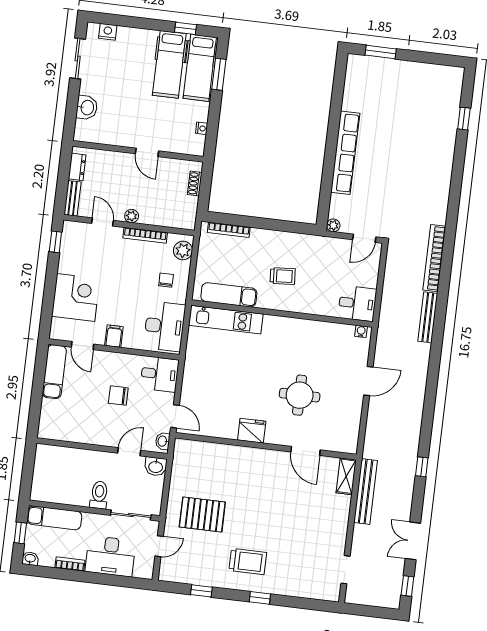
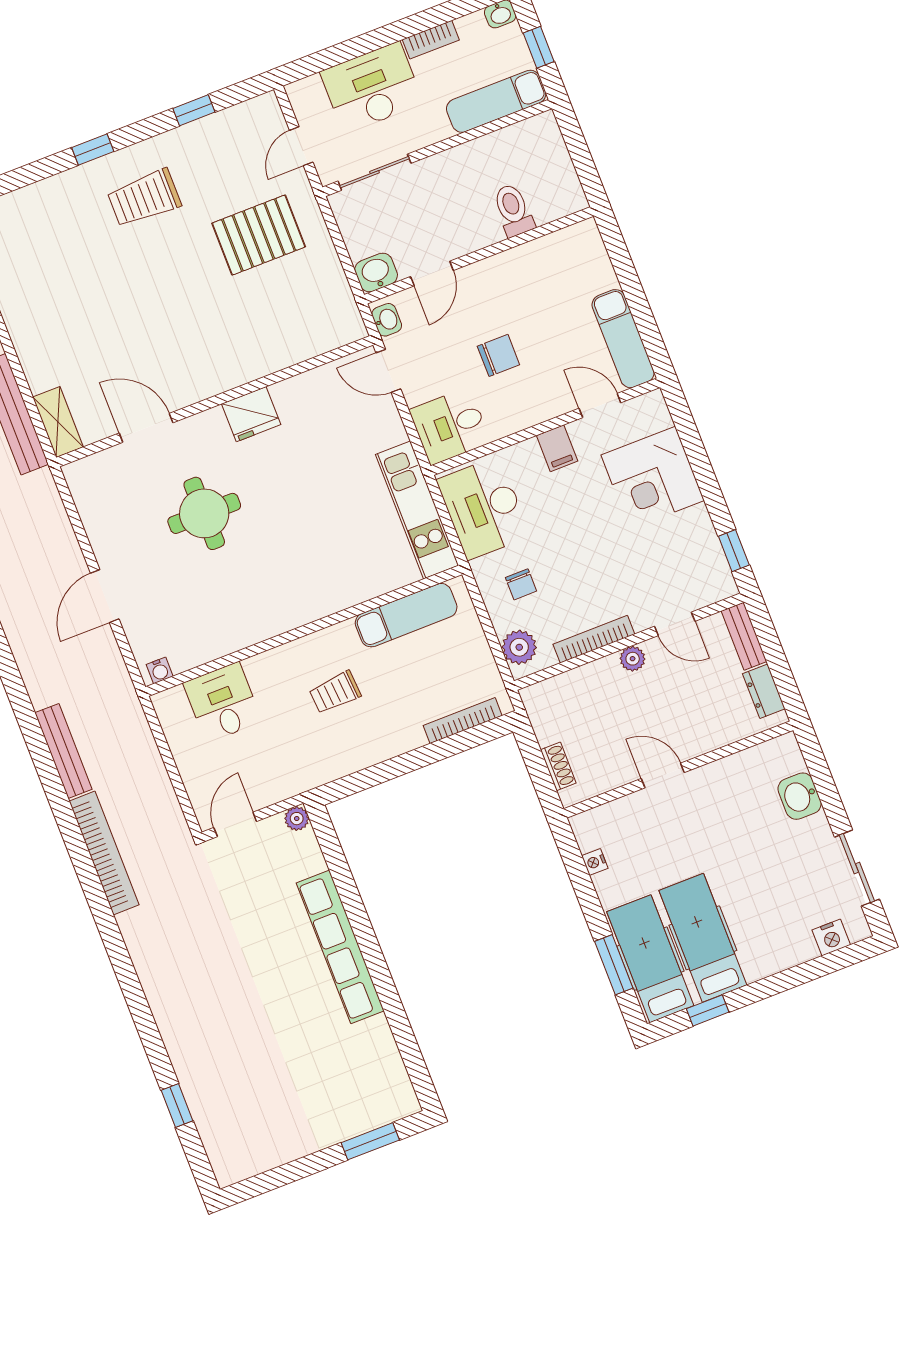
desk: (357, 303) -> (223, 702), moved, turned 90
kitchen unit: (226, 320) -> (417, 510), moved, turned -90
toilet: (99, 495) -> (513, 210), moved, turned 180

